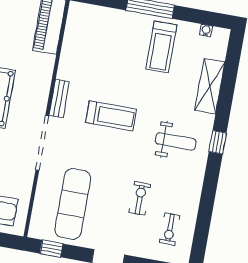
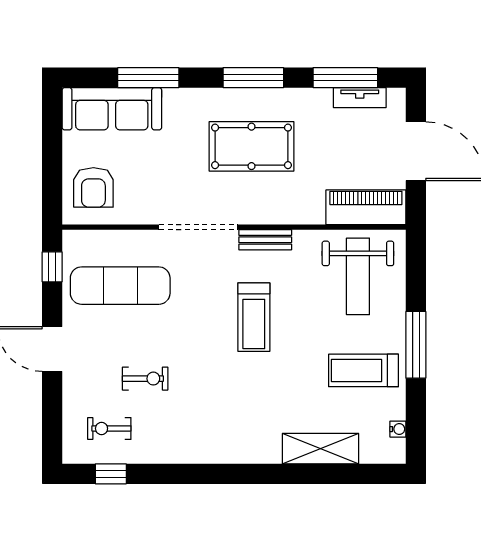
weight bench: (176, 141) -> (358, 276), moved, width x1.36, depth x1.33
window: (218, 142) -> (111, 474), moved

